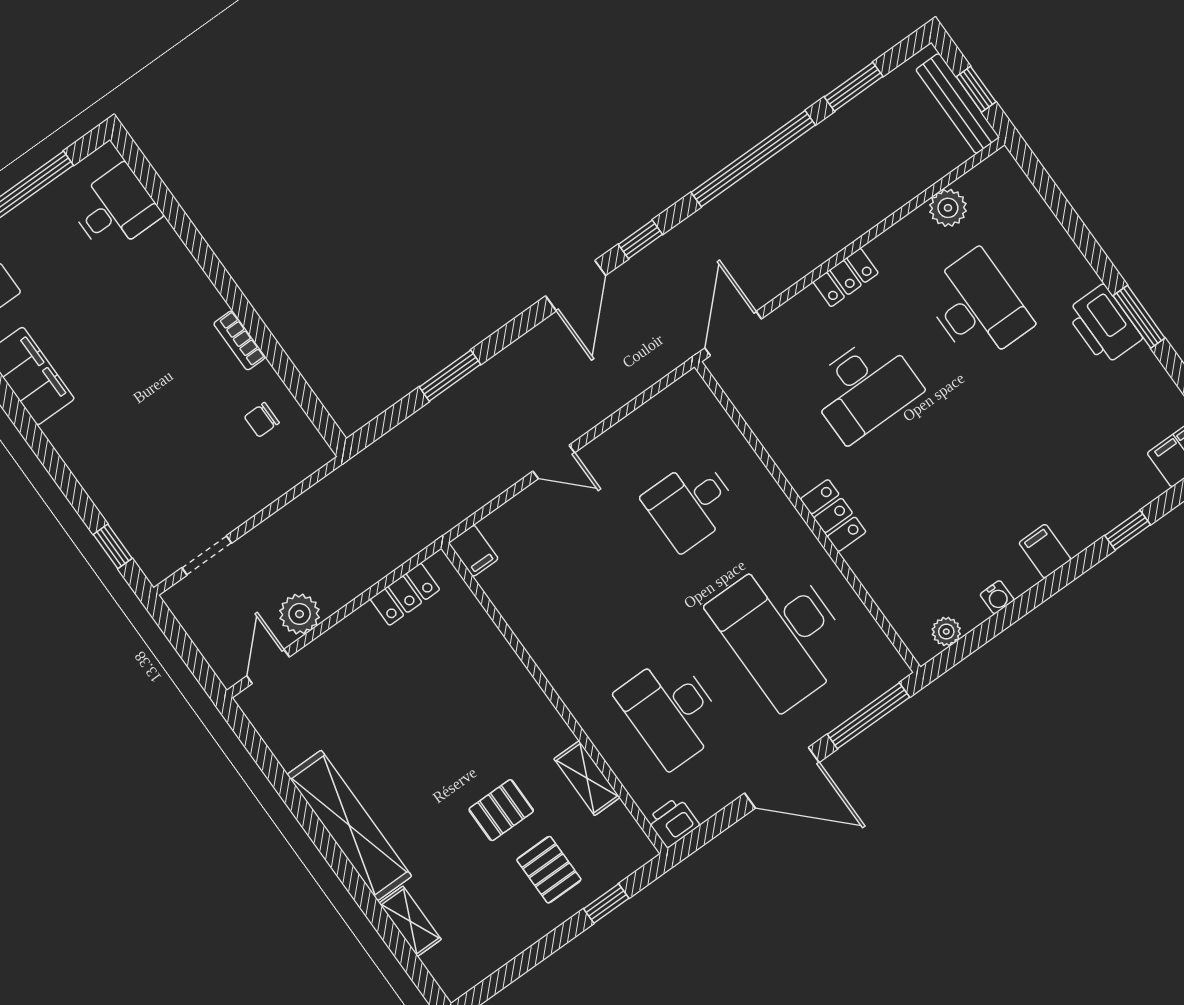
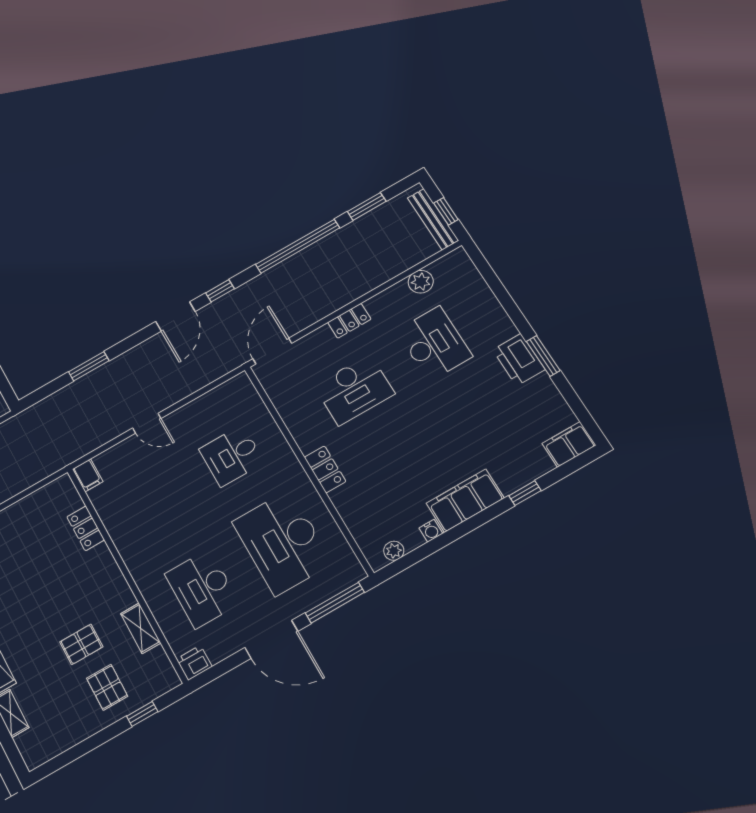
filing cabinet: (1045, 551) -> (465, 501), width x3.00, depth x1.17
locker: (405, 594) -> (86, 528), moved, turned 90

